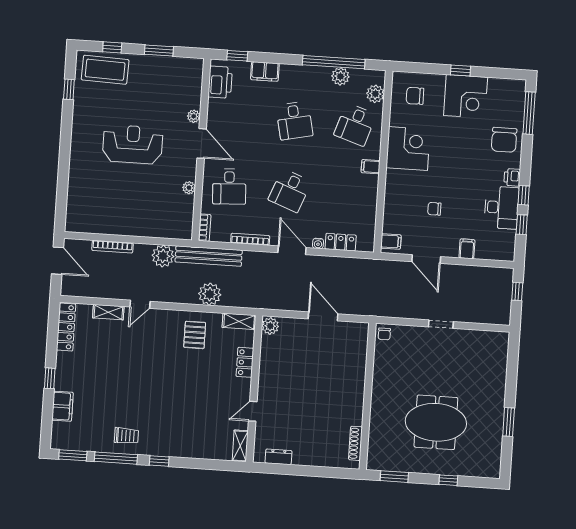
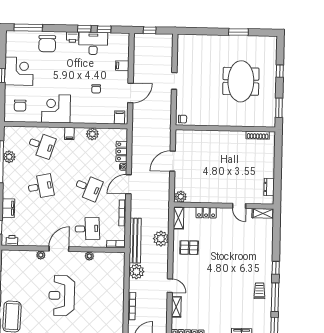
printer: (220, 82) -> (12, 240), width x0.53, depth x0.68
plant: (375, 94) -> (92, 134), moved
chair: (504, 140) -> (47, 44), turned 90

